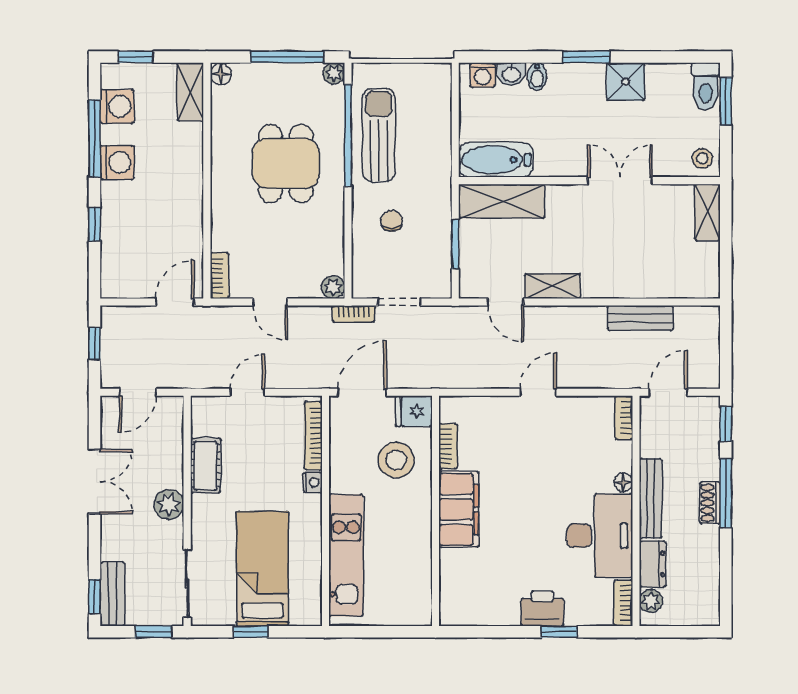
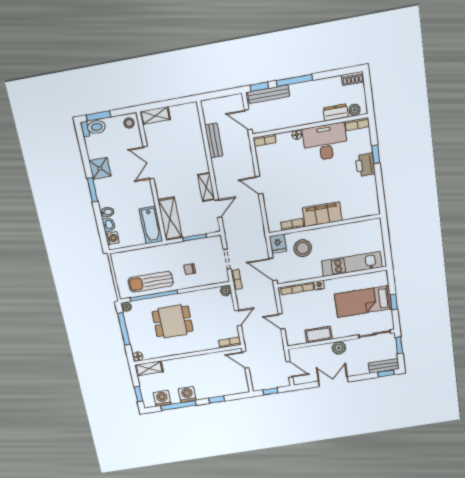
bench: (651, 498) -> (269, 94), moved
shoe rack: (710, 503) -> (353, 78), moved

